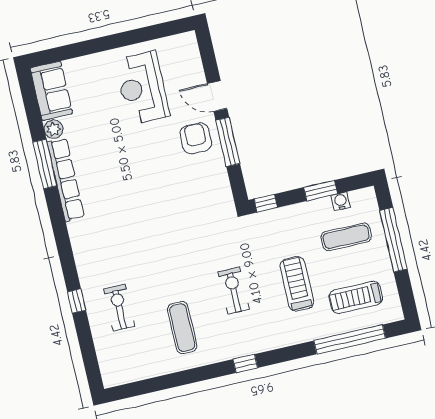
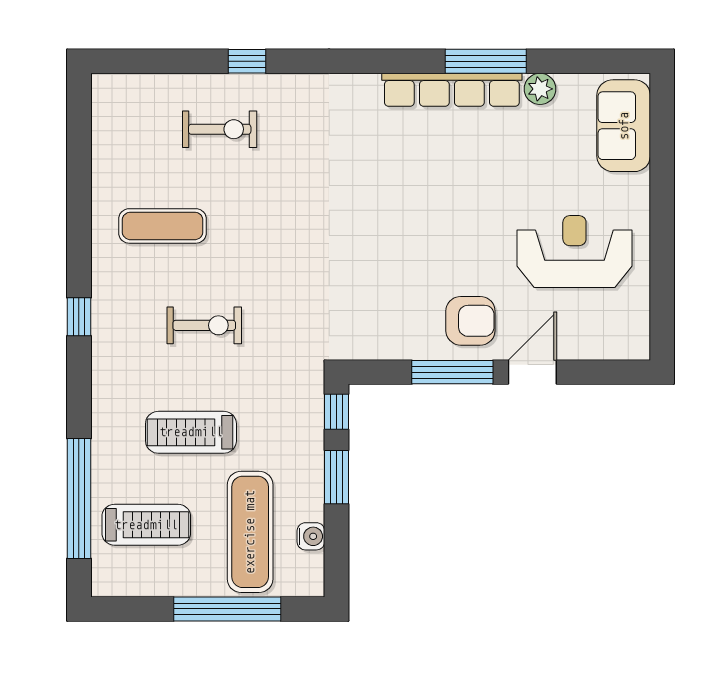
sofa: (51, 91) -> (624, 126), moved, turned 90
window: (321, 190) -> (336, 477), moved
exercise mat: (346, 237) -> (250, 532), width x1.36, depth x1.45
treadmill: (297, 284) -> (191, 432), turned 180
treadmill: (356, 297) -> (146, 525), turned 90

